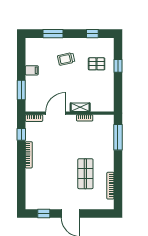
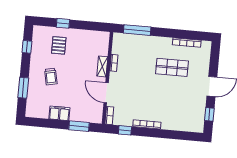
filing cabinet: (32, 70) -> (59, 113), width x2.00

